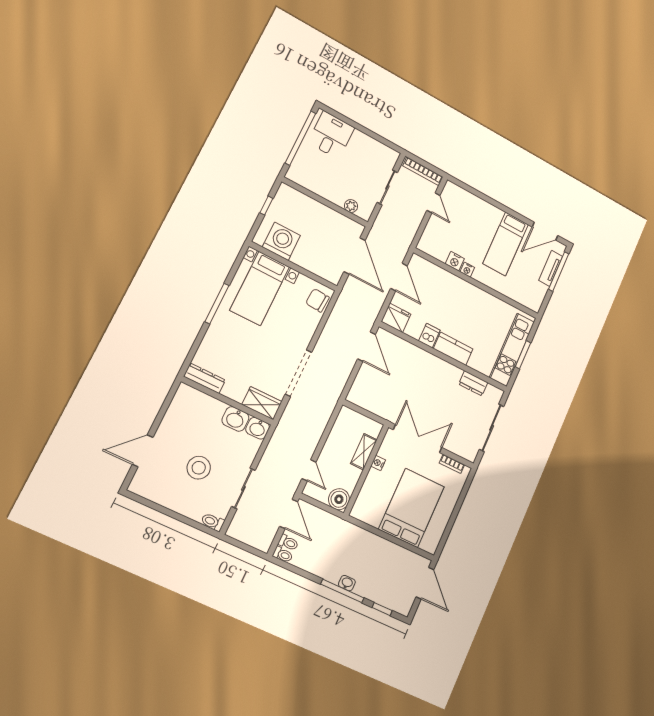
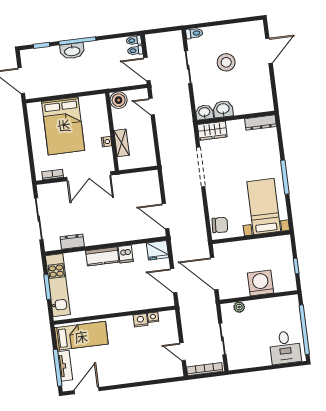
washing machine: (281, 241) -> (260, 283), moved, turned 180
bed: (506, 244) -> (81, 336), moved, turned 90
nightstand: (467, 270) -> (153, 317), moved
washbasin: (347, 583) -> (72, 51), width x1.91, depth x1.45

